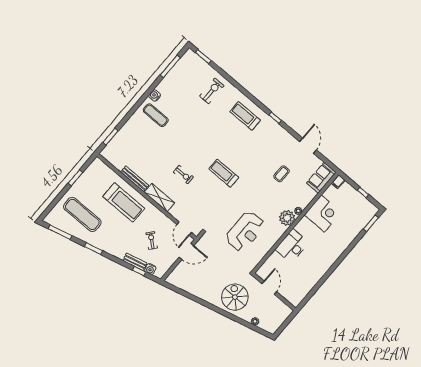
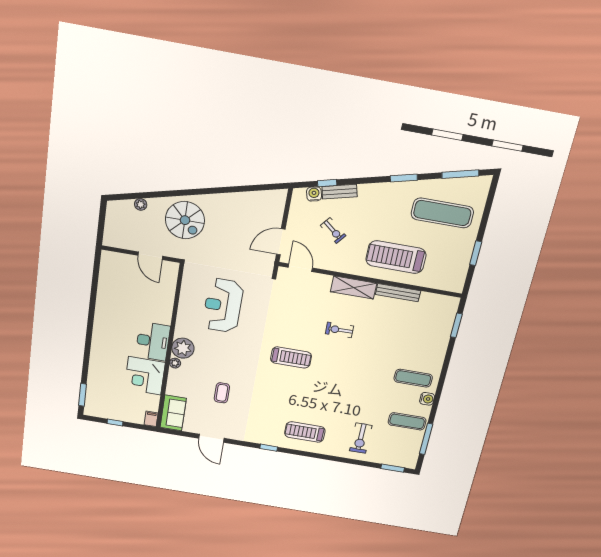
exercise mat: (176, 86) -> (407, 421), added
treadmill: (245, 116) -> (305, 432), turned 180
desk: (292, 246) -> (153, 341), moved

